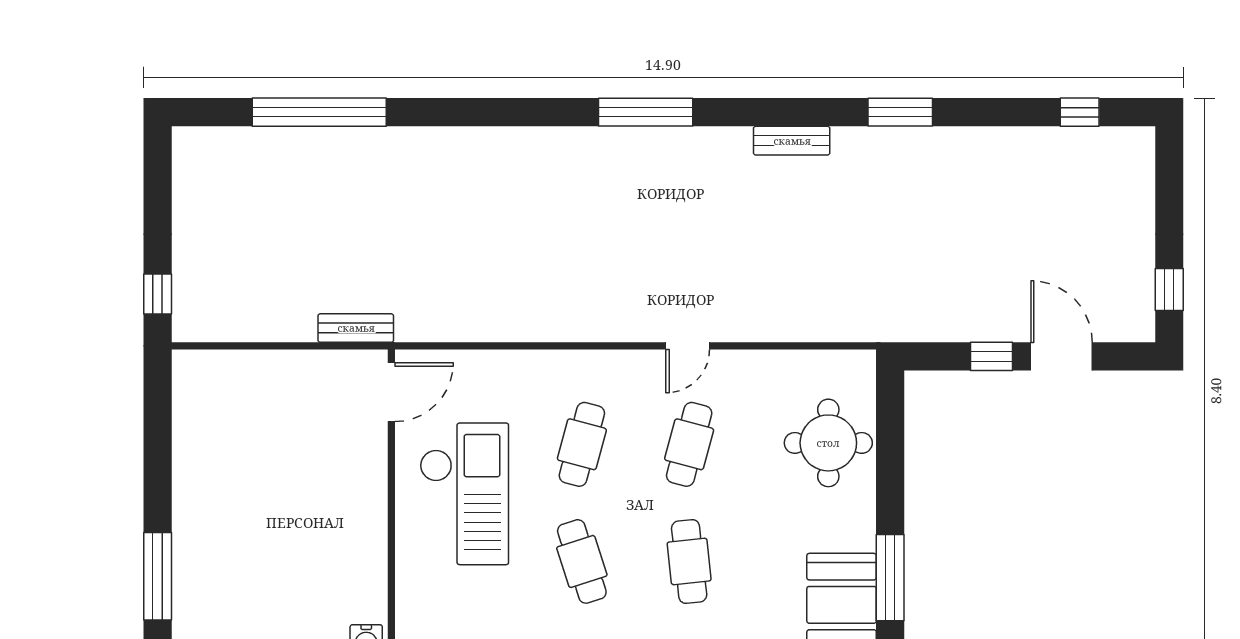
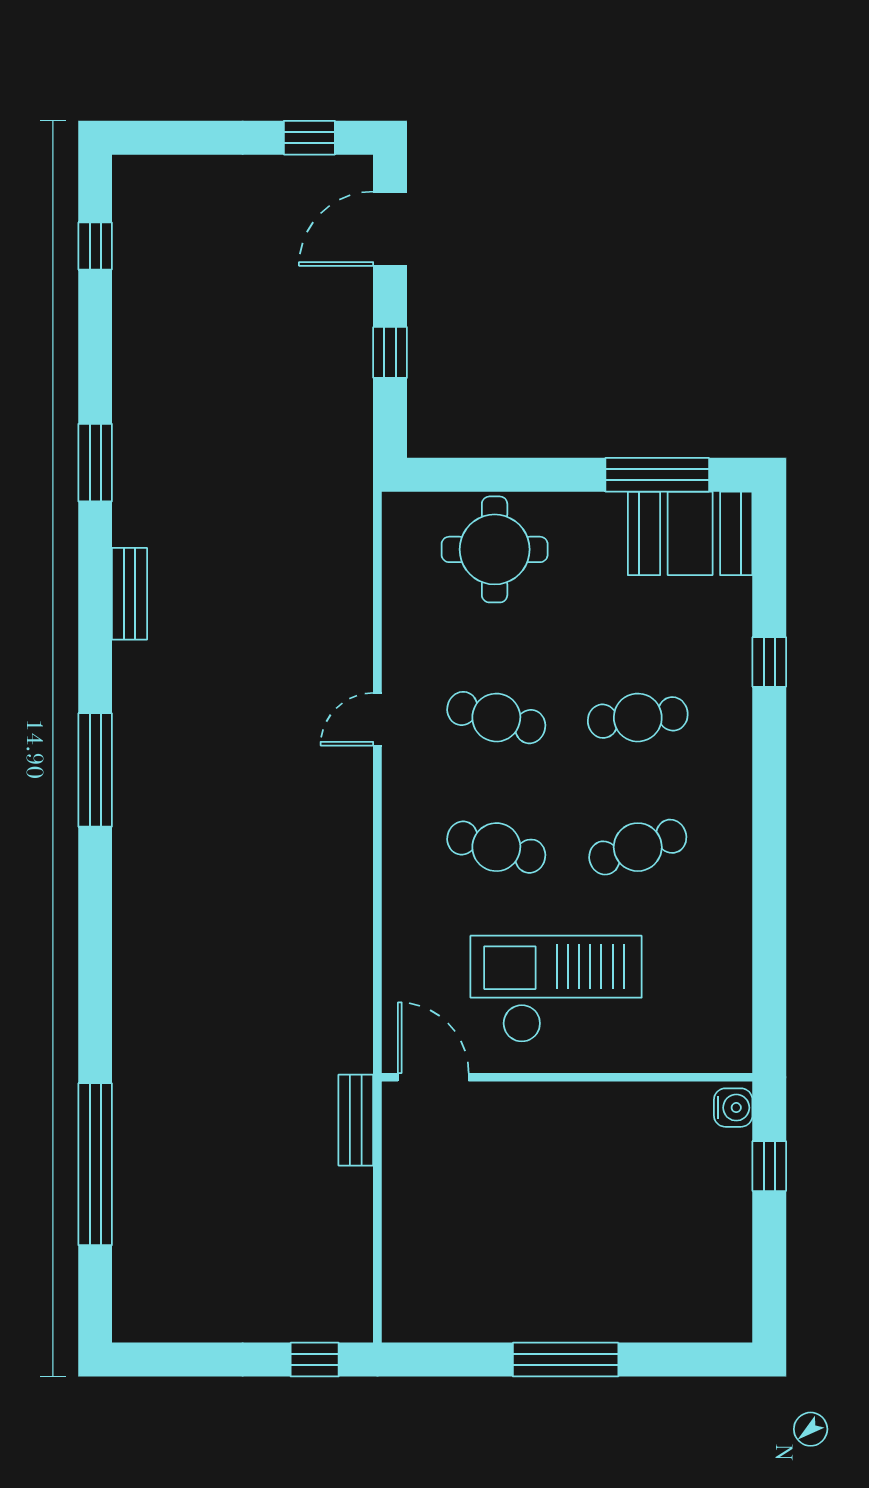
door: (688, 346) -> (377, 719), swing flipped
door: (1062, 356) -> (390, 229), moved
window: (158, 576) -> (566, 1360), moved

